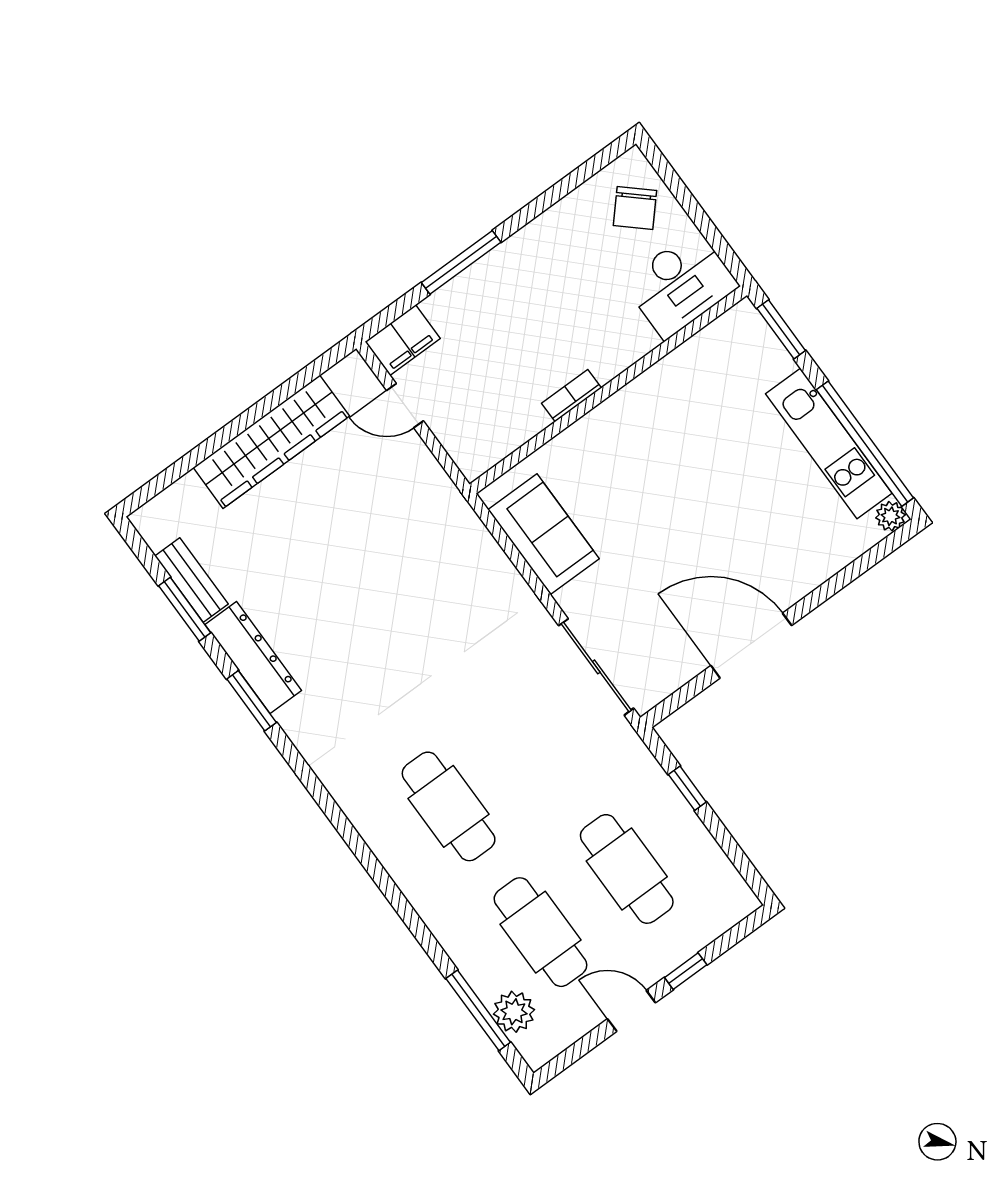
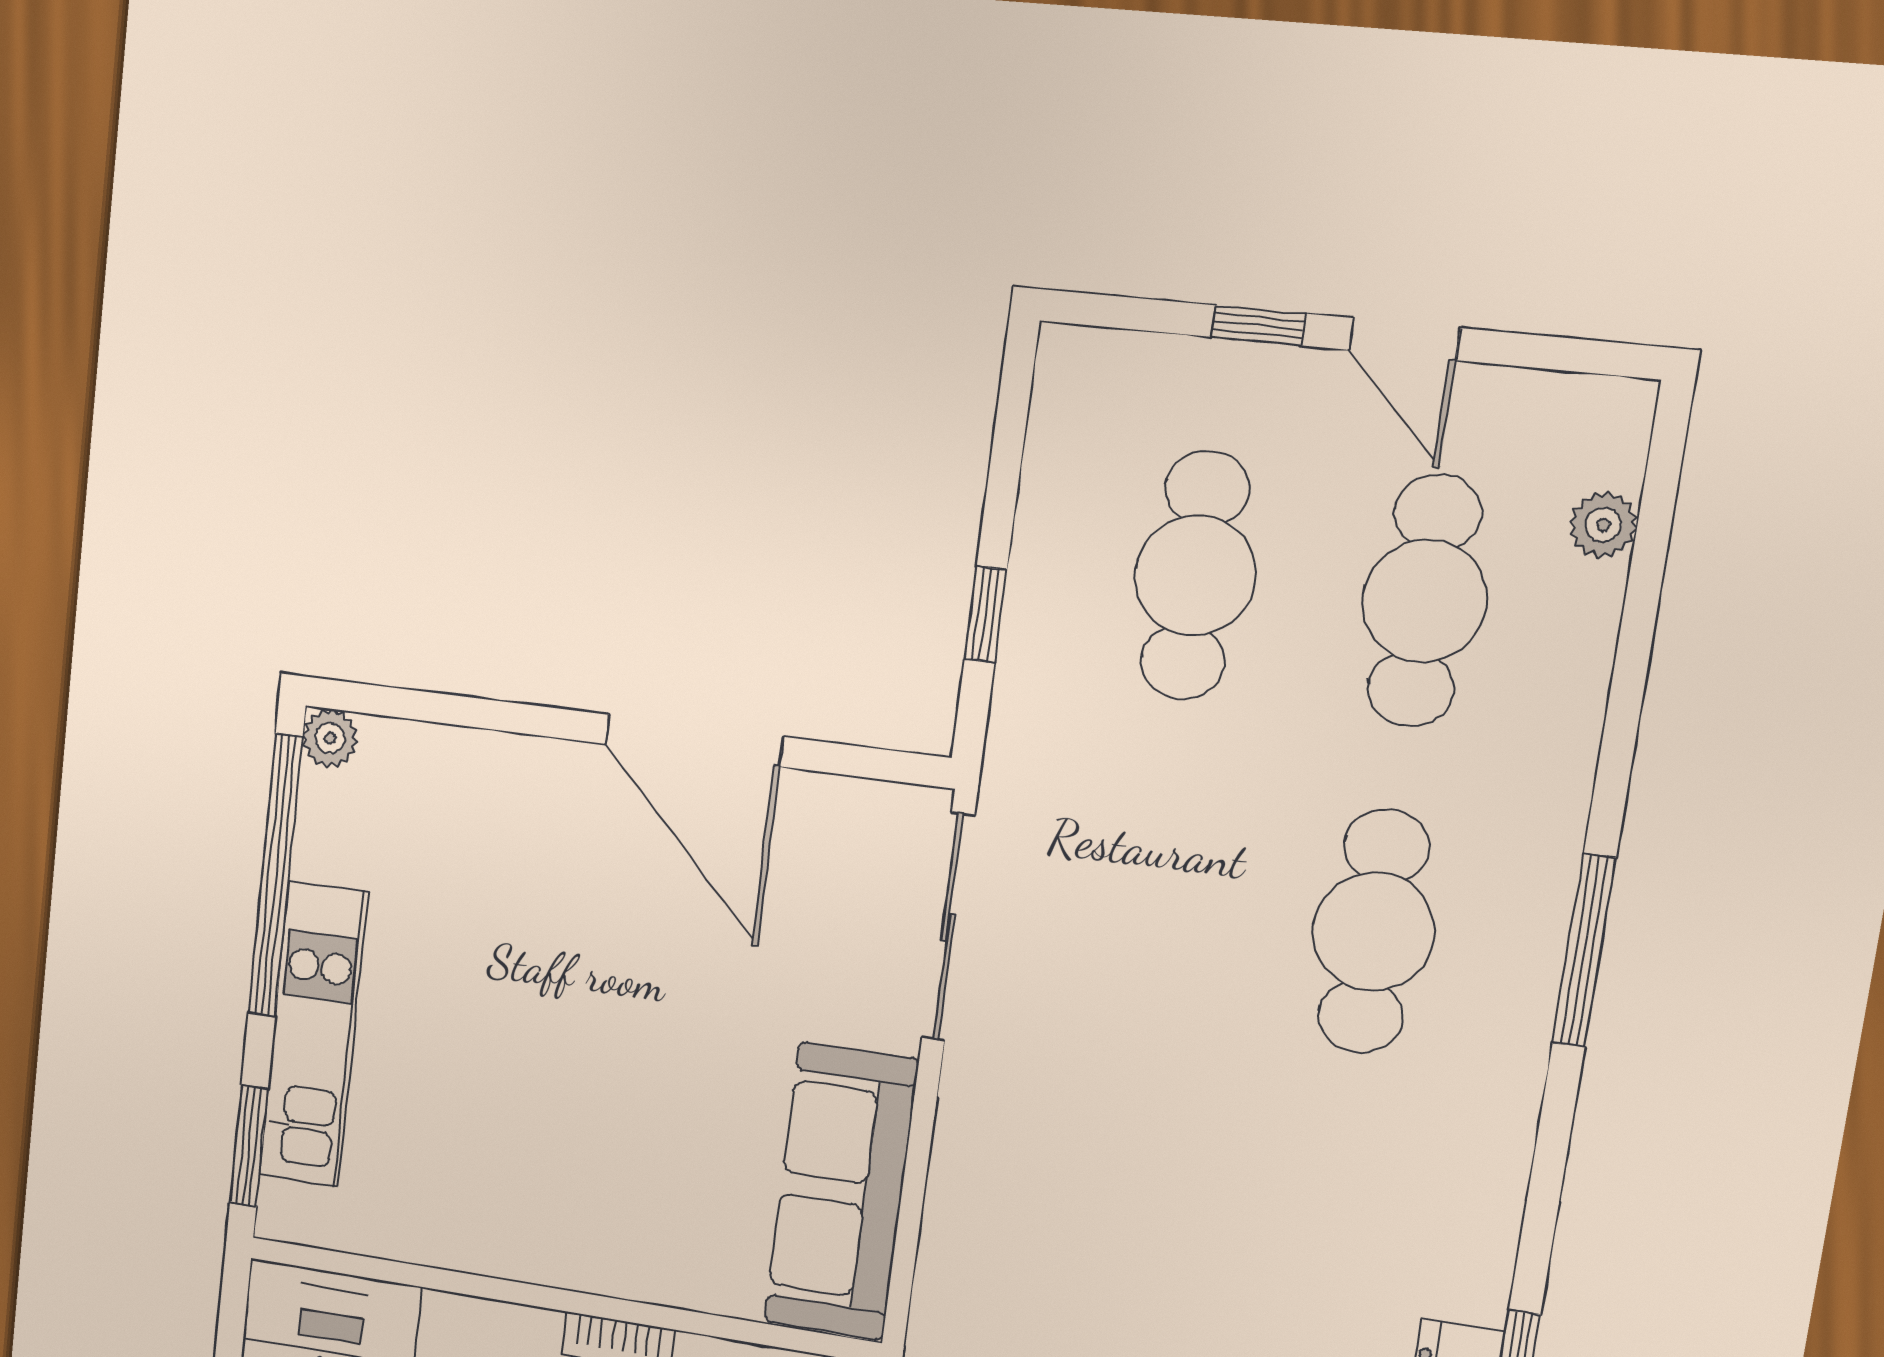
kitchen unit: (829, 444) -> (313, 1035), moved
sofa: (544, 534) -> (841, 1192), width x1.36
window: (478, 1010) -> (1584, 951), moved
plant: (514, 1012) -> (1603, 525), width x0.73, depth x0.73

